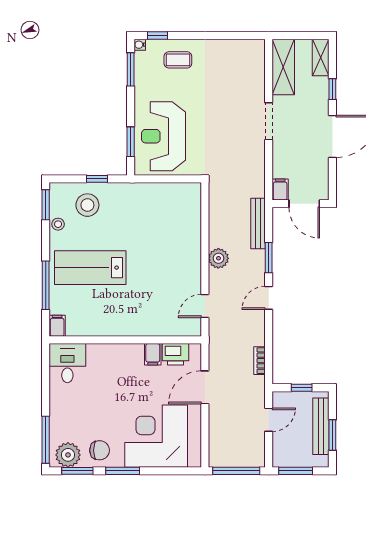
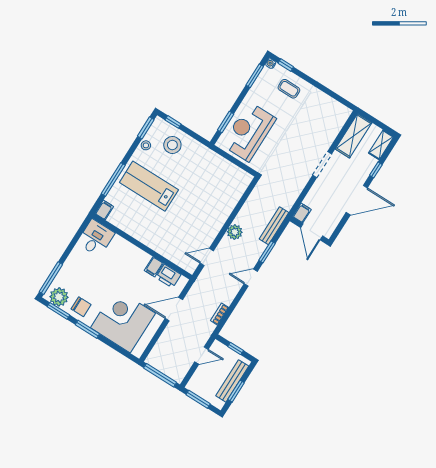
window: (97, 179) -> (173, 122), moved

